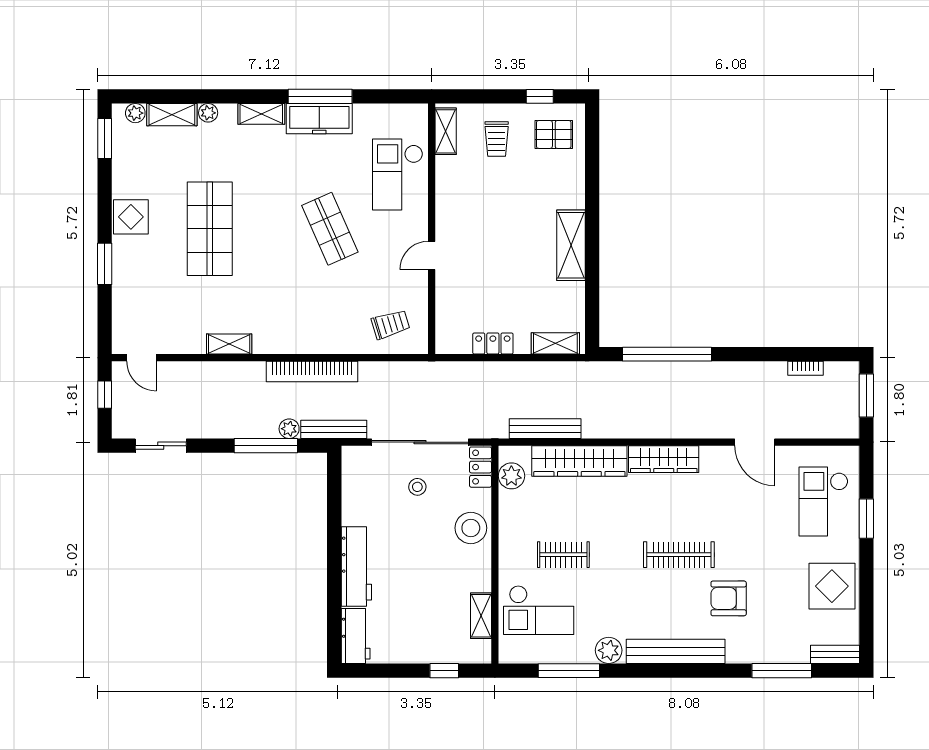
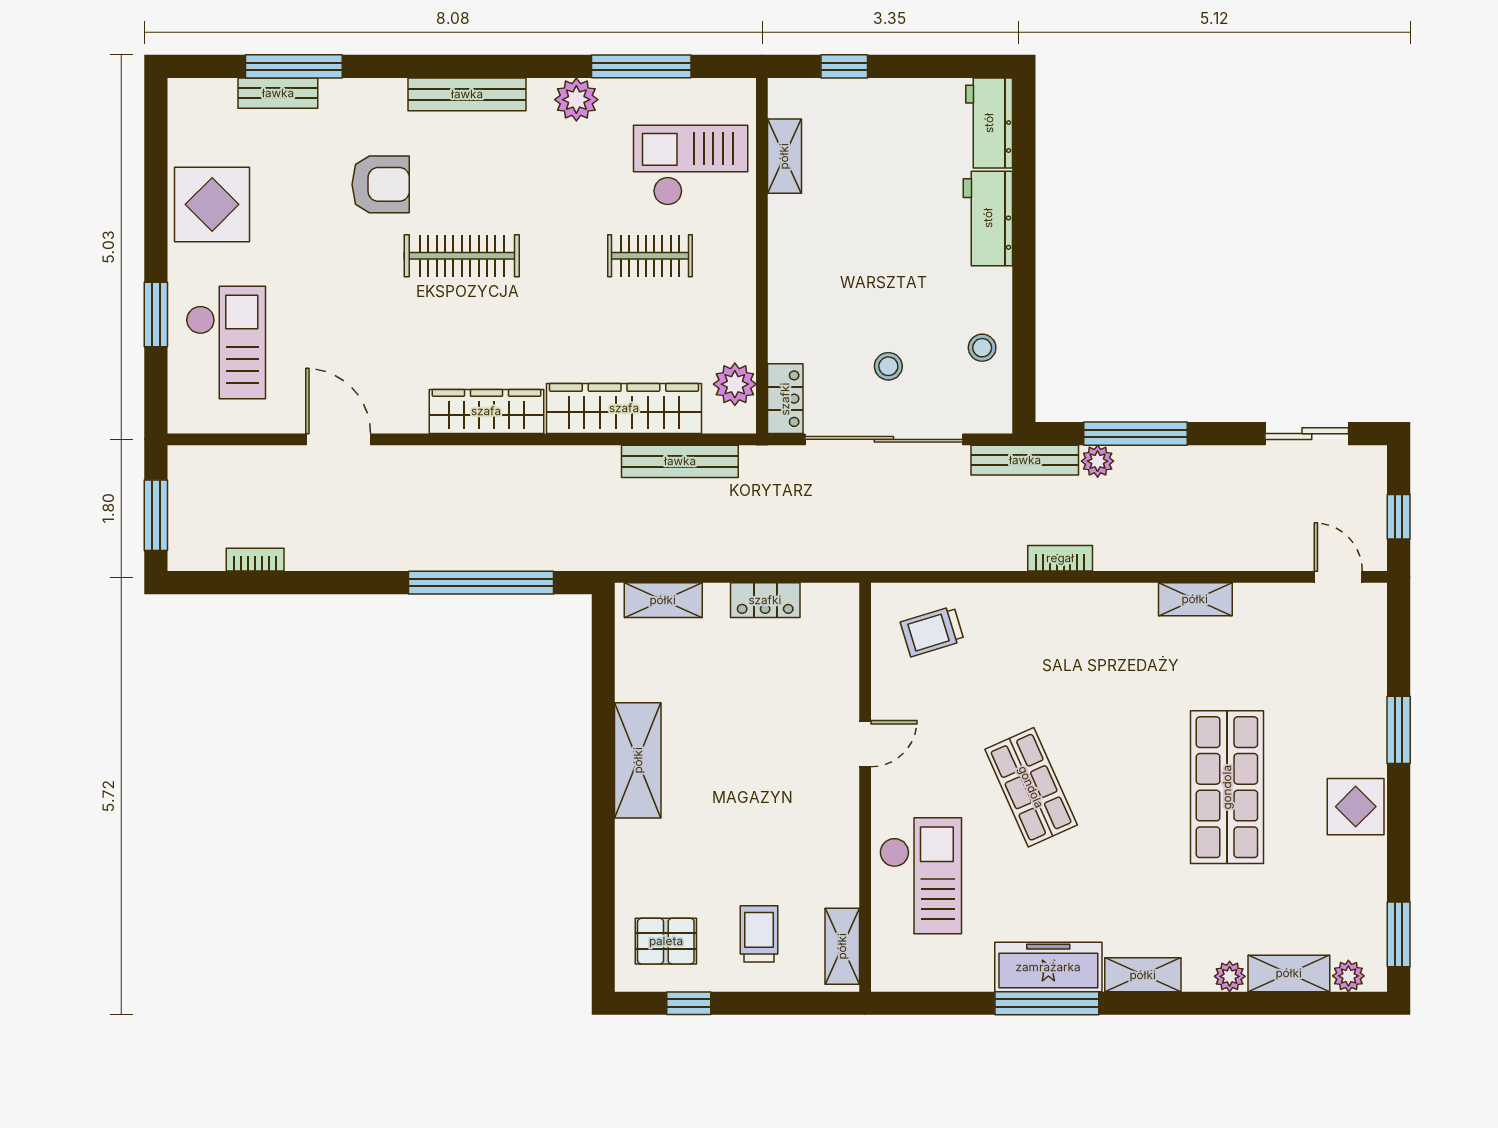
bookcase: (312, 372) -> (1060, 558), width x0.43, depth x0.76
stool: (471, 528) -> (982, 348), moved, width x0.53, depth x0.53
workbench: (356, 567) -> (988, 218), width x0.73
bench: (676, 651) -> (467, 94), width x0.73, depth x0.82
bench: (835, 654) -> (278, 93), moved

